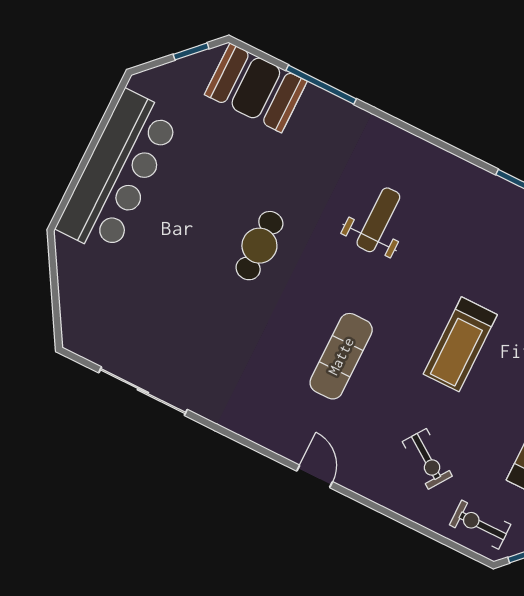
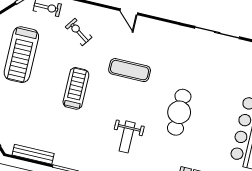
cafe table: (259, 246) -> (179, 112), width x1.37, depth x1.35
exercise mat: (341, 356) -> (130, 70), turned 90

